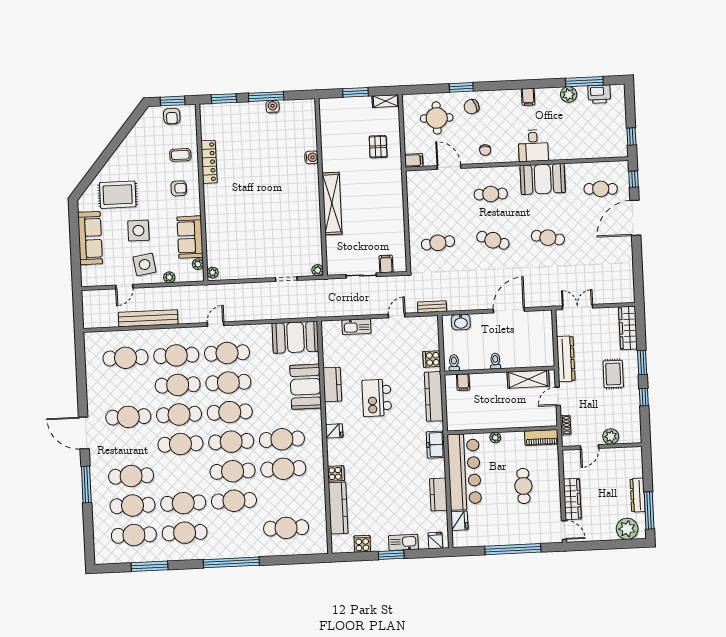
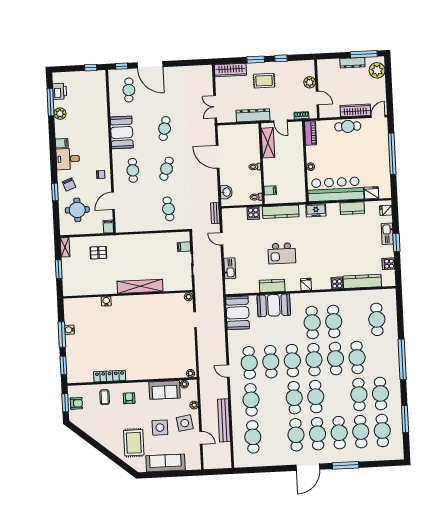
desk: (533, 146) -> (68, 159), moved, turned 180
cafe table: (178, 385) -> (318, 434), moved
cafe table: (523, 486) -> (348, 126), moved

